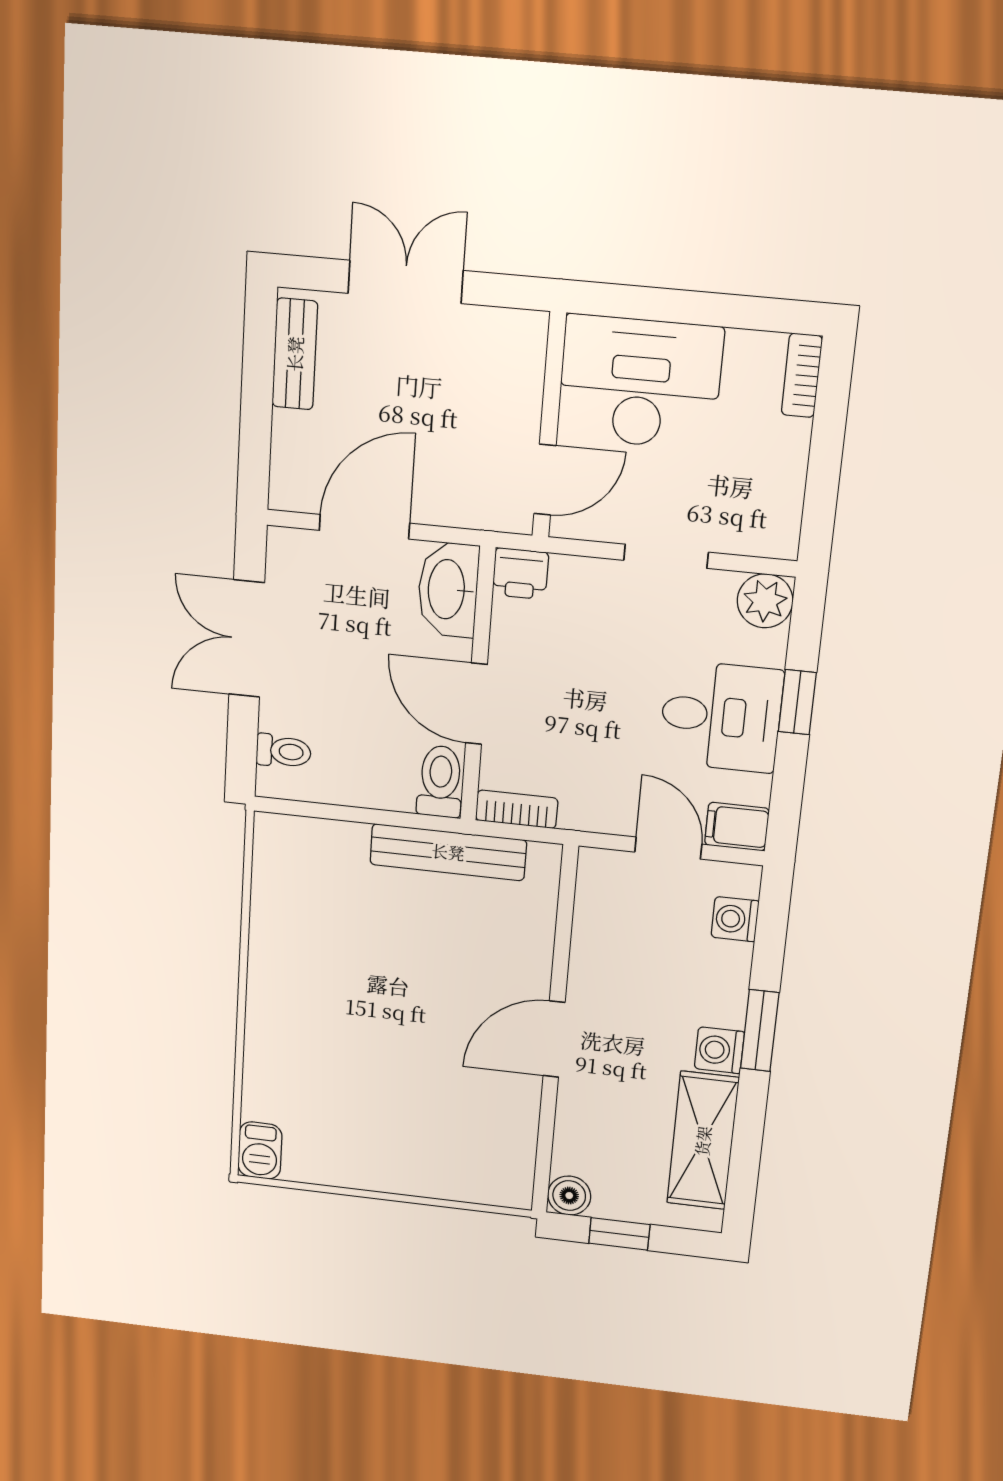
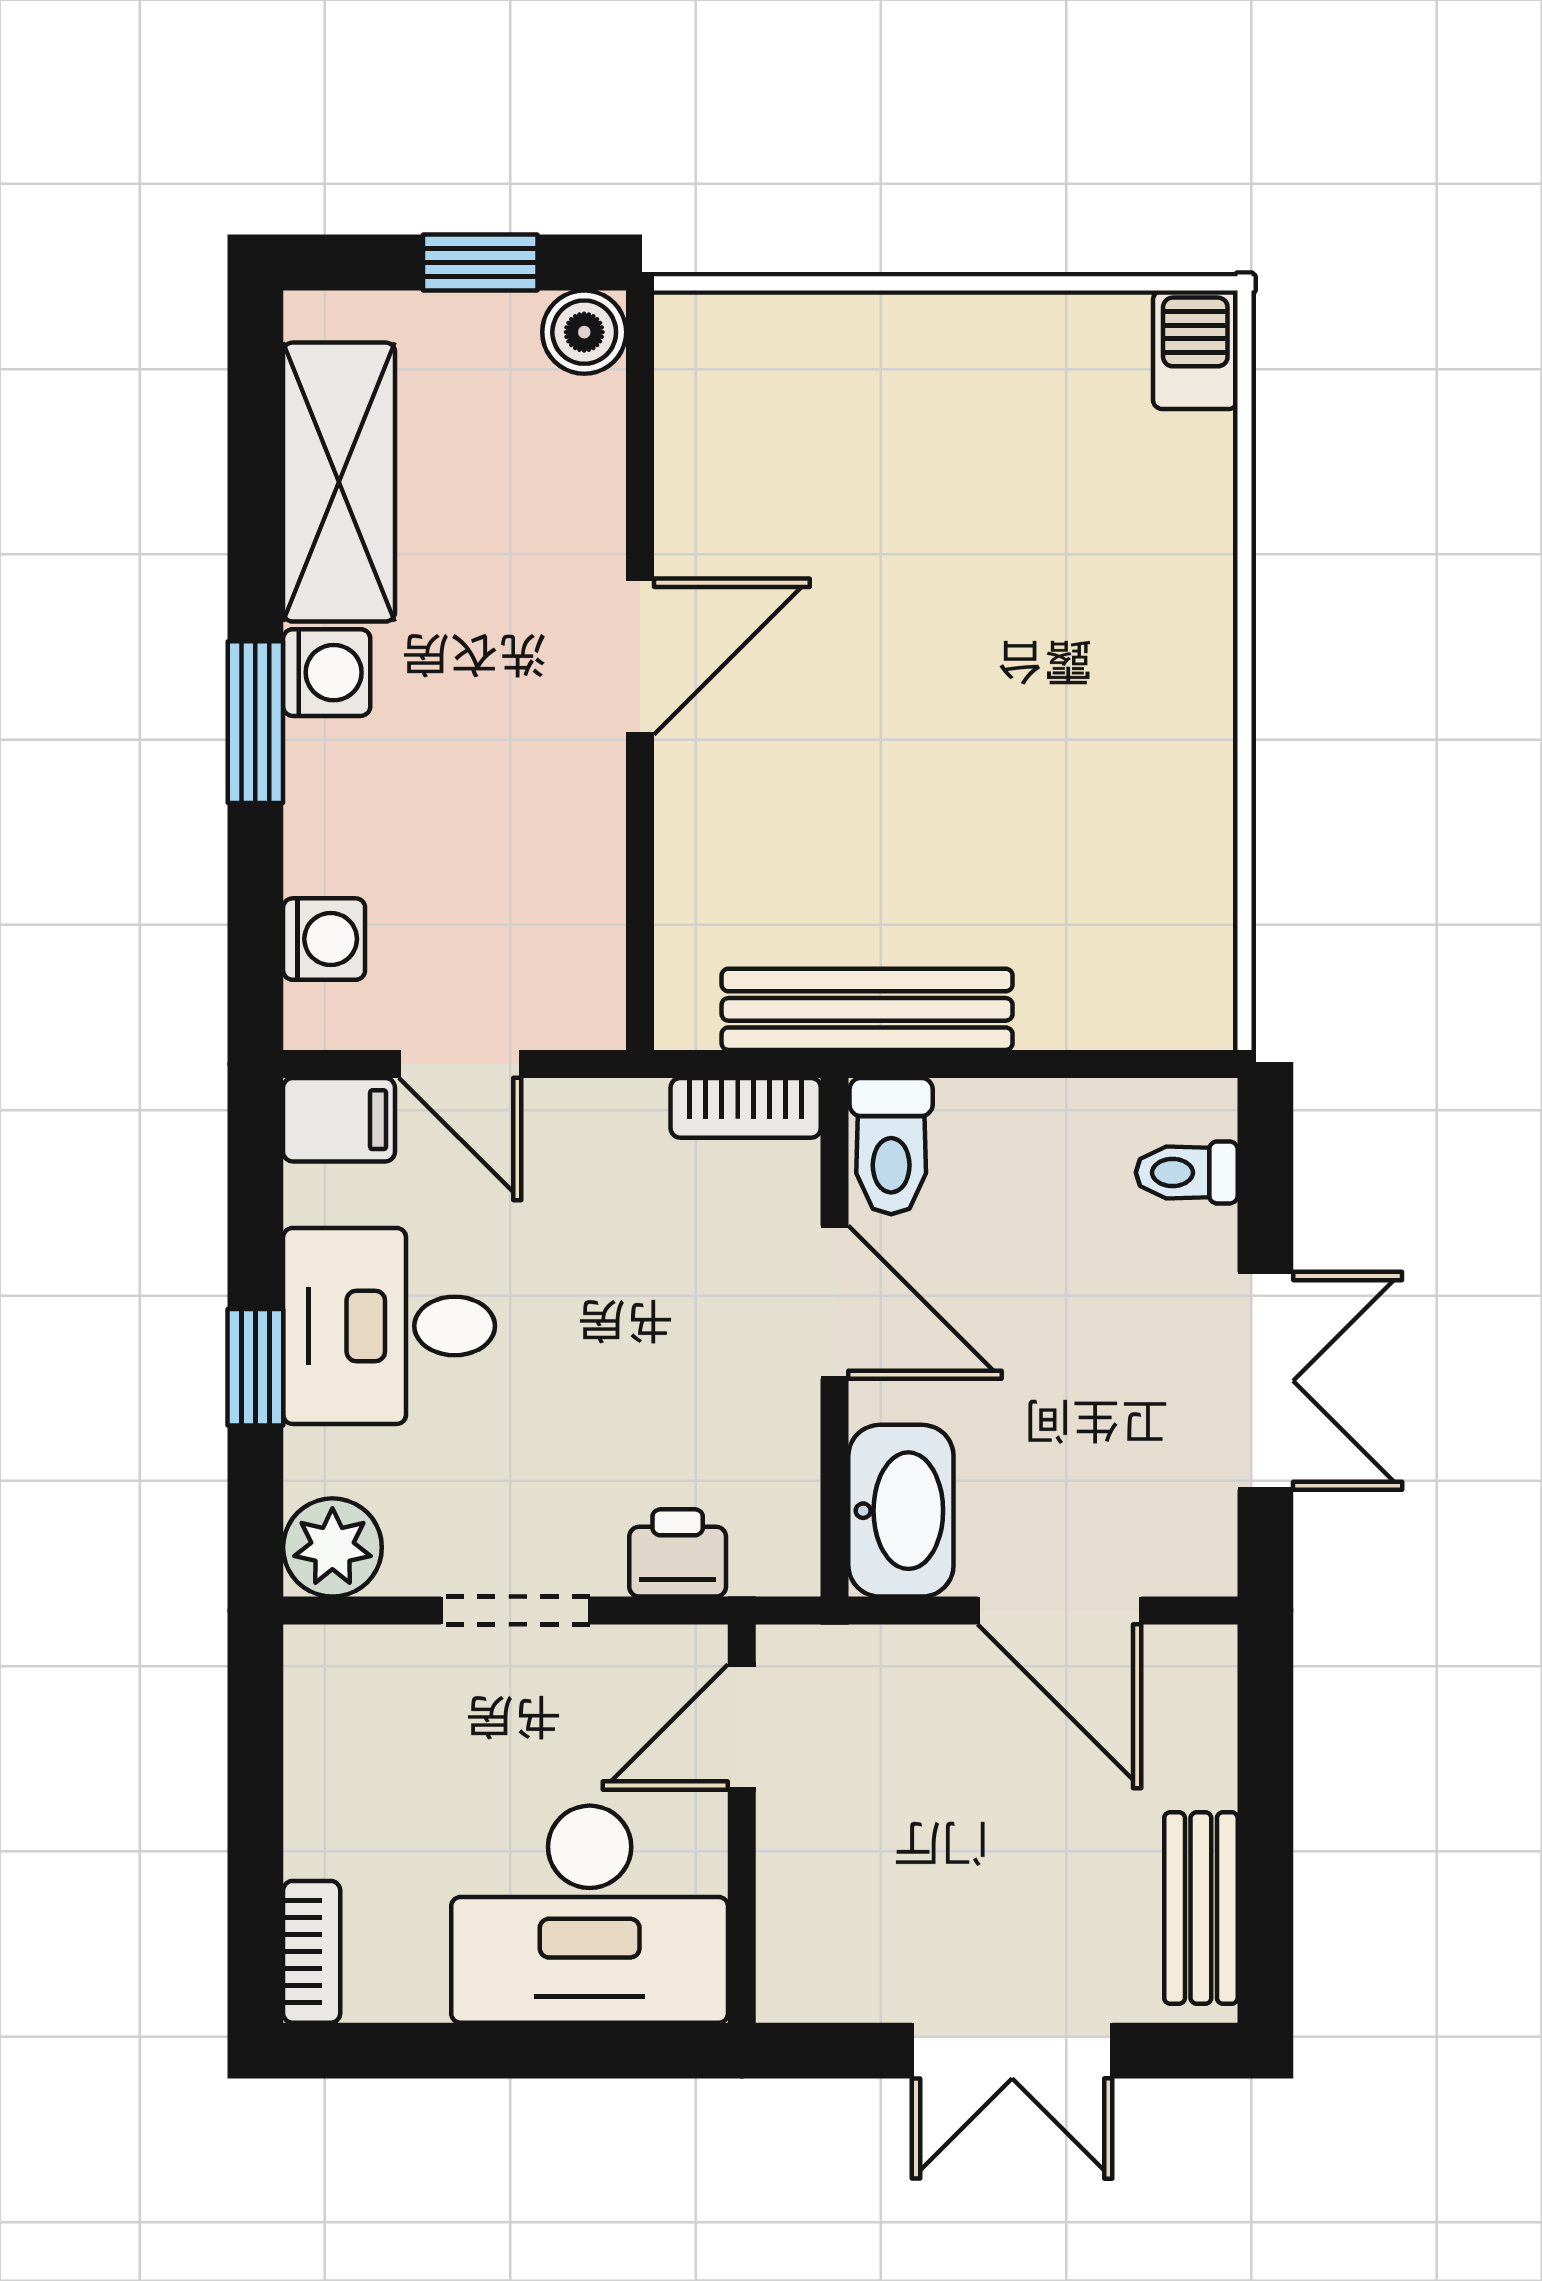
door: (364, 527) -> (1059, 1611), hinge flipped
printer: (520, 574) -> (678, 1553), moved

